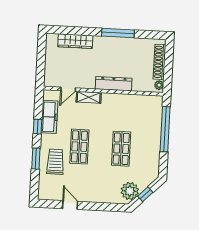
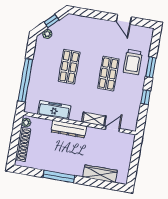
freezer: (49, 117) -> (54, 110), moved, turned 90
plant: (130, 191) -> (47, 34), moved, width x0.53, depth x0.53

